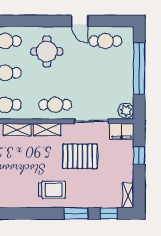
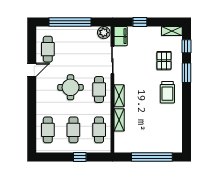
round table: (47, 52) -> (71, 87), moved
pallet: (80, 156) -> (164, 61), moved, width x0.67, depth x0.71
trolley: (52, 190) -> (167, 92), turned 180

